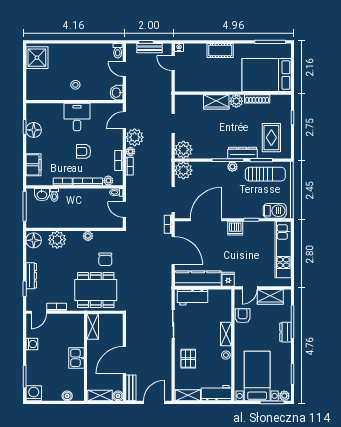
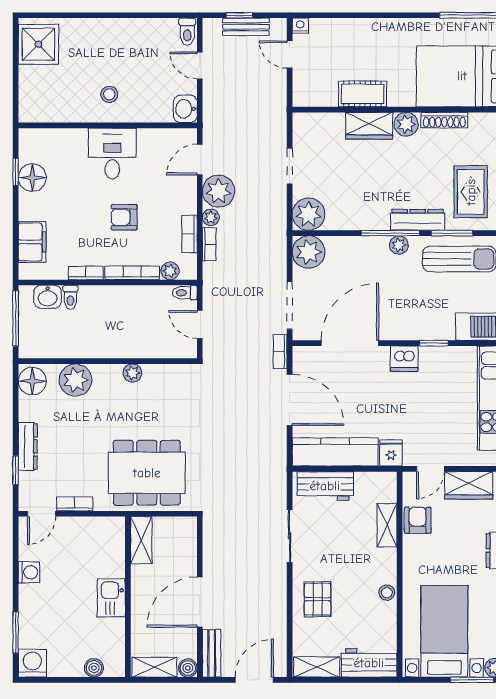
cot: (220, 50) -> (363, 94), moved
chair: (105, 259) -> (164, 416), removed
shelving: (226, 334) -> (387, 525), moved

